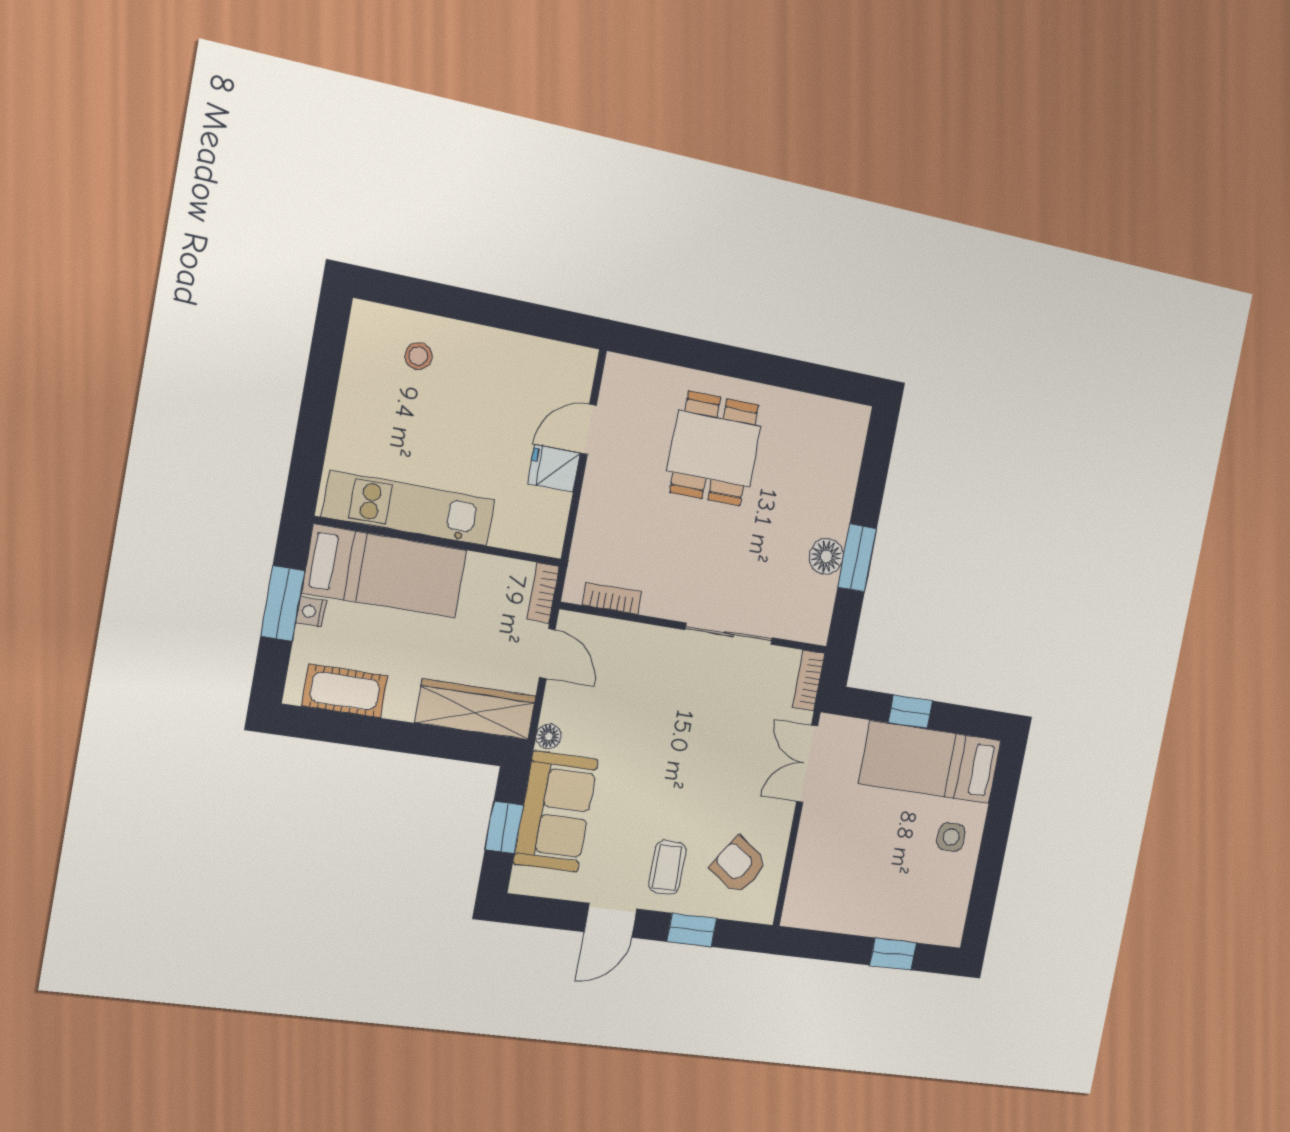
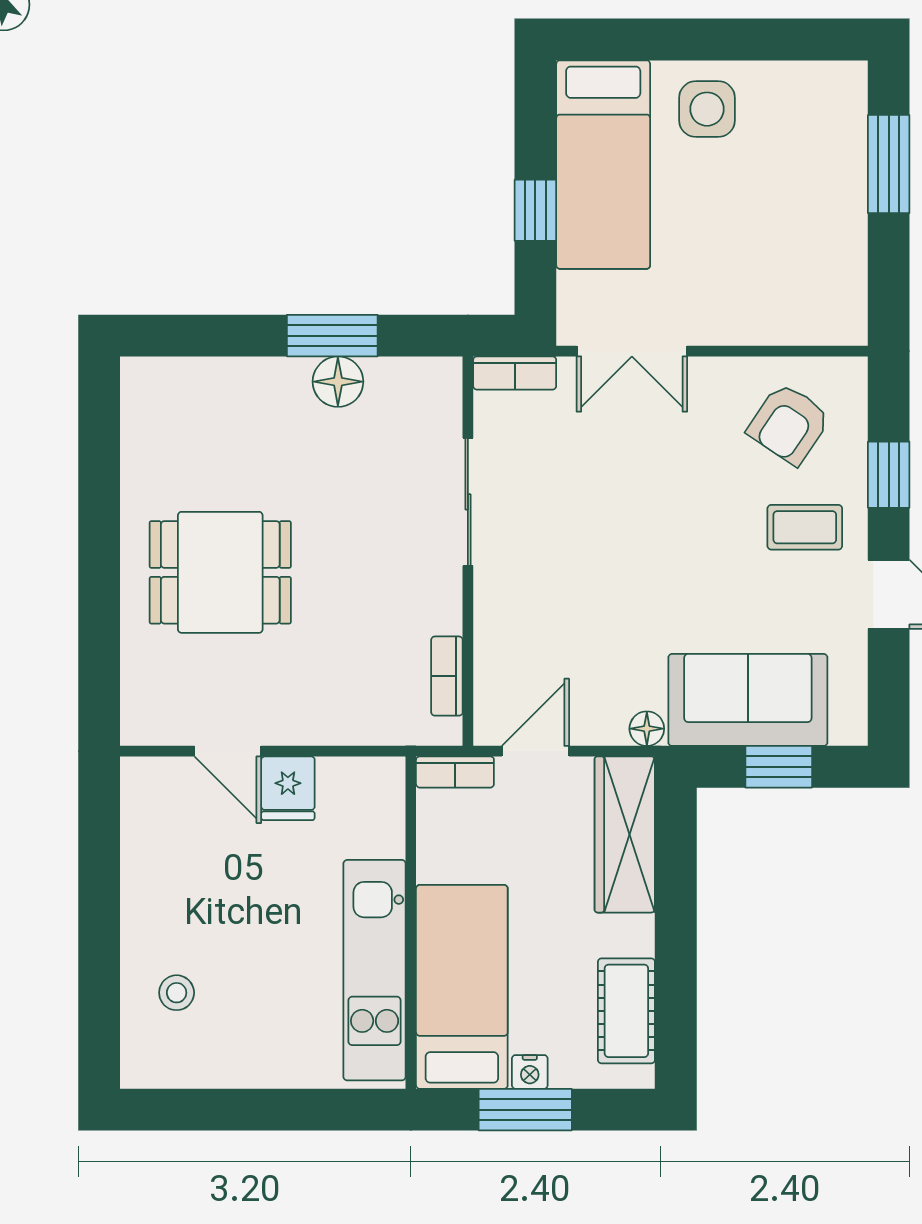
side table: (951, 837) -> (707, 109), width x1.37, depth x1.37
window: (893, 954) -> (889, 164), width x1.50

